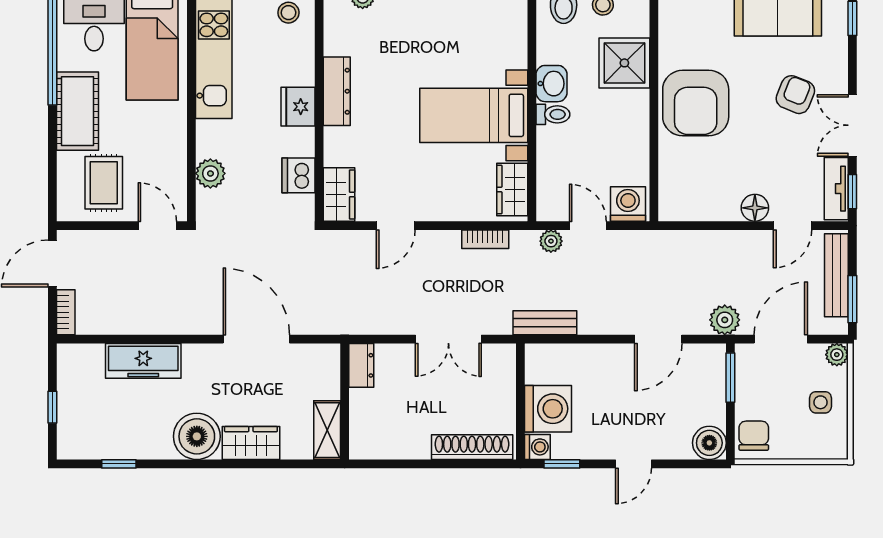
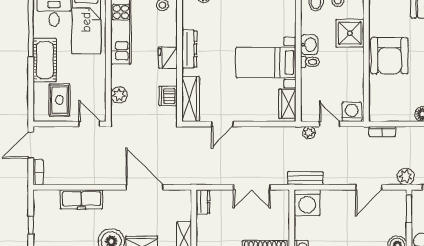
wardrobe: (339, 194) -> (191, 99), width x1.50
bookcase: (485, 239) -> (382, 132), moved
washing machine: (548, 409) -> (307, 203), moved, turned 90

